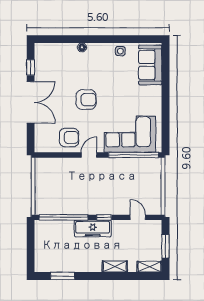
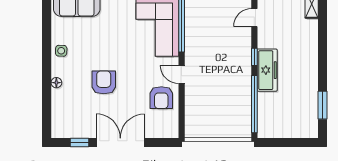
side table: (120, 51) -> (61, 51), moved
armchair: (86, 100) -> (104, 82), moved
armchair: (69, 137) -> (161, 98), turned 180
shelving: (115, 267) -> (312, 44), removed

